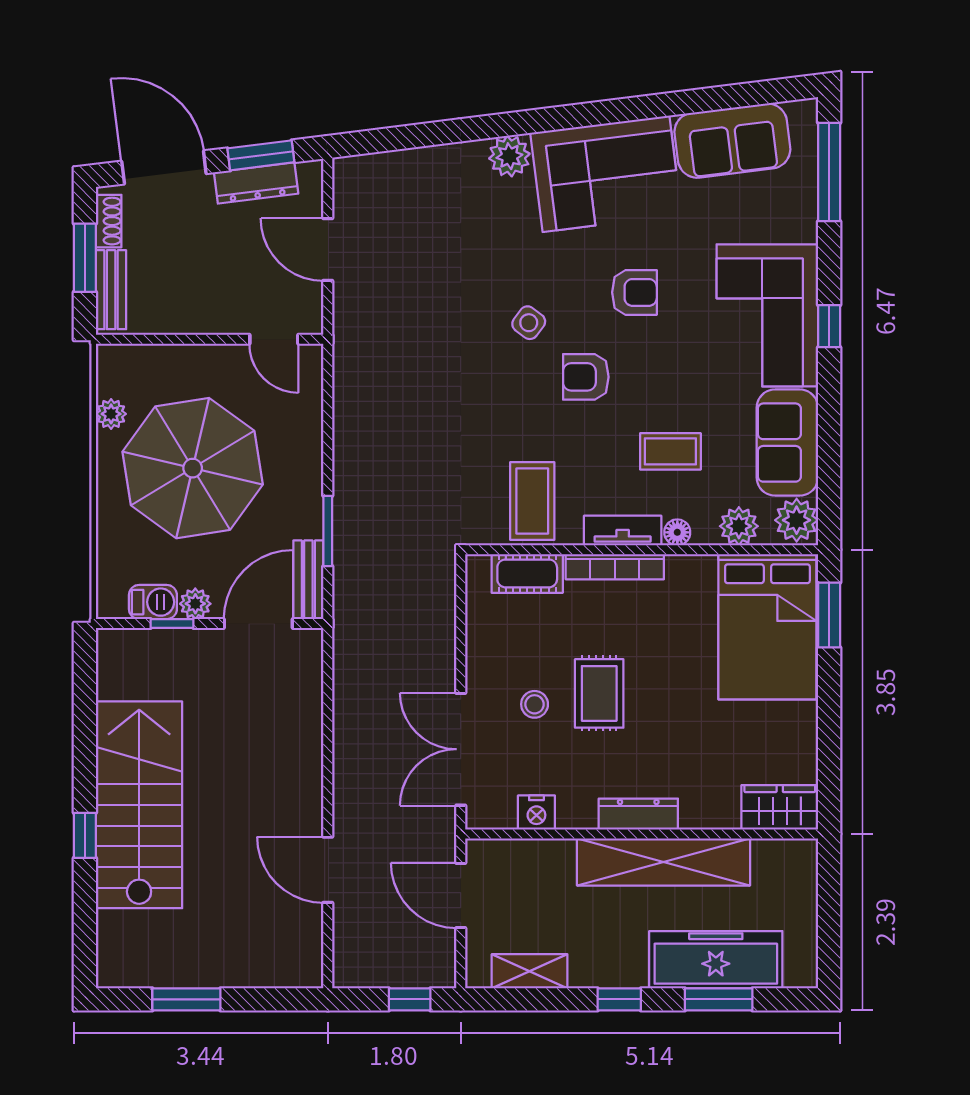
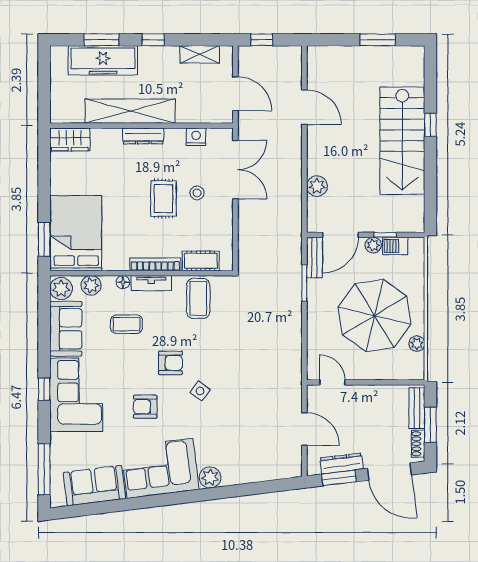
plant: (303, 718) -> (317, 186), added

